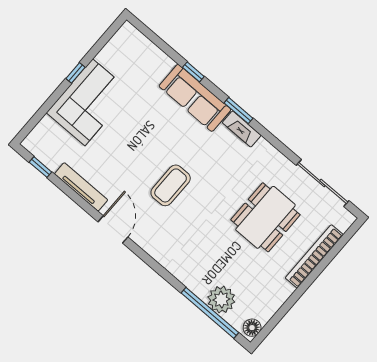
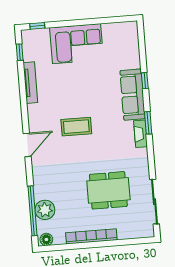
window: (76, 73) -> (37, 26), moved
door: (113, 229) -> (27, 145), moved
bookcase: (314, 256) -> (91, 236), moved

